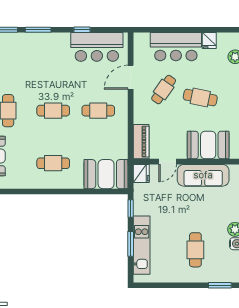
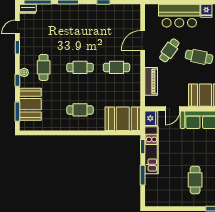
bar counter: (97, 47) -> (115, 16), removed
piano: (141, 142) -> (151, 81), moved
kitchen unit: (142, 245) -> (152, 150), moved

